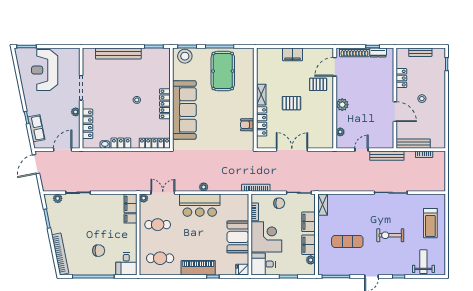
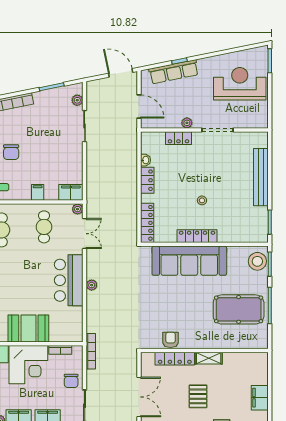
locker: (88, 124) -> (178, 138), width x0.66
row of seats: (36, 128) -> (174, 72), width x1.48
filing cabinet: (130, 218) -> (38, 192), moved

